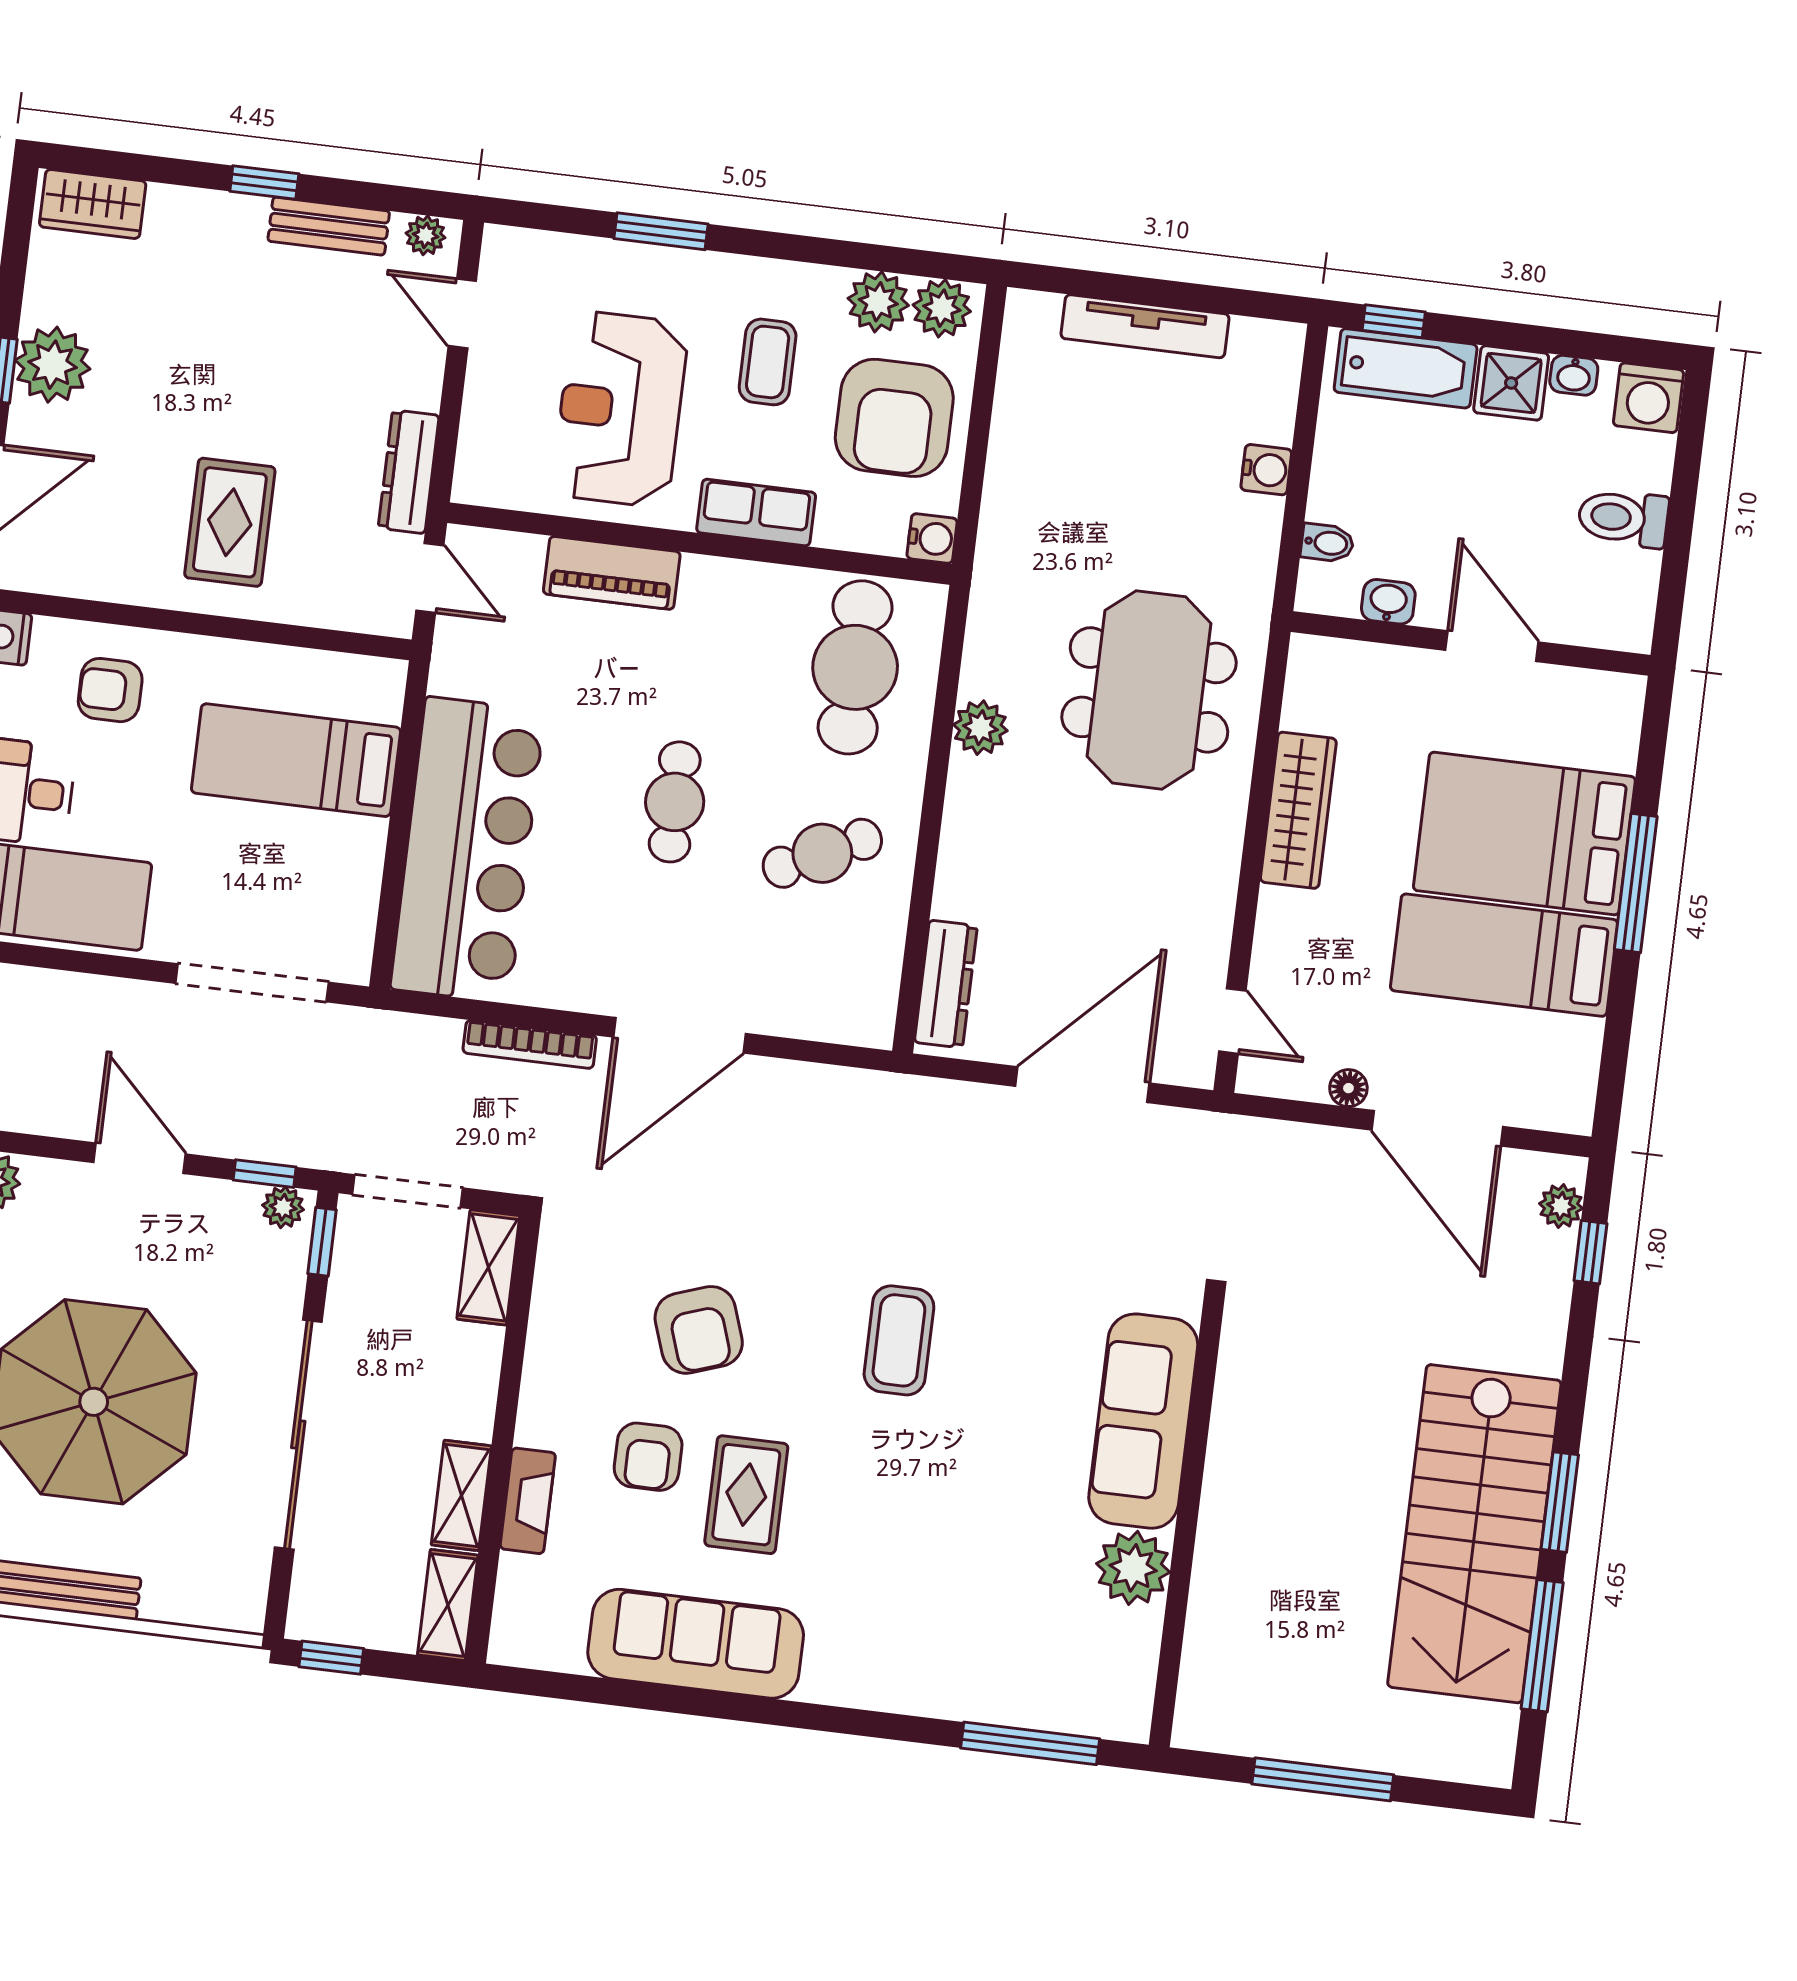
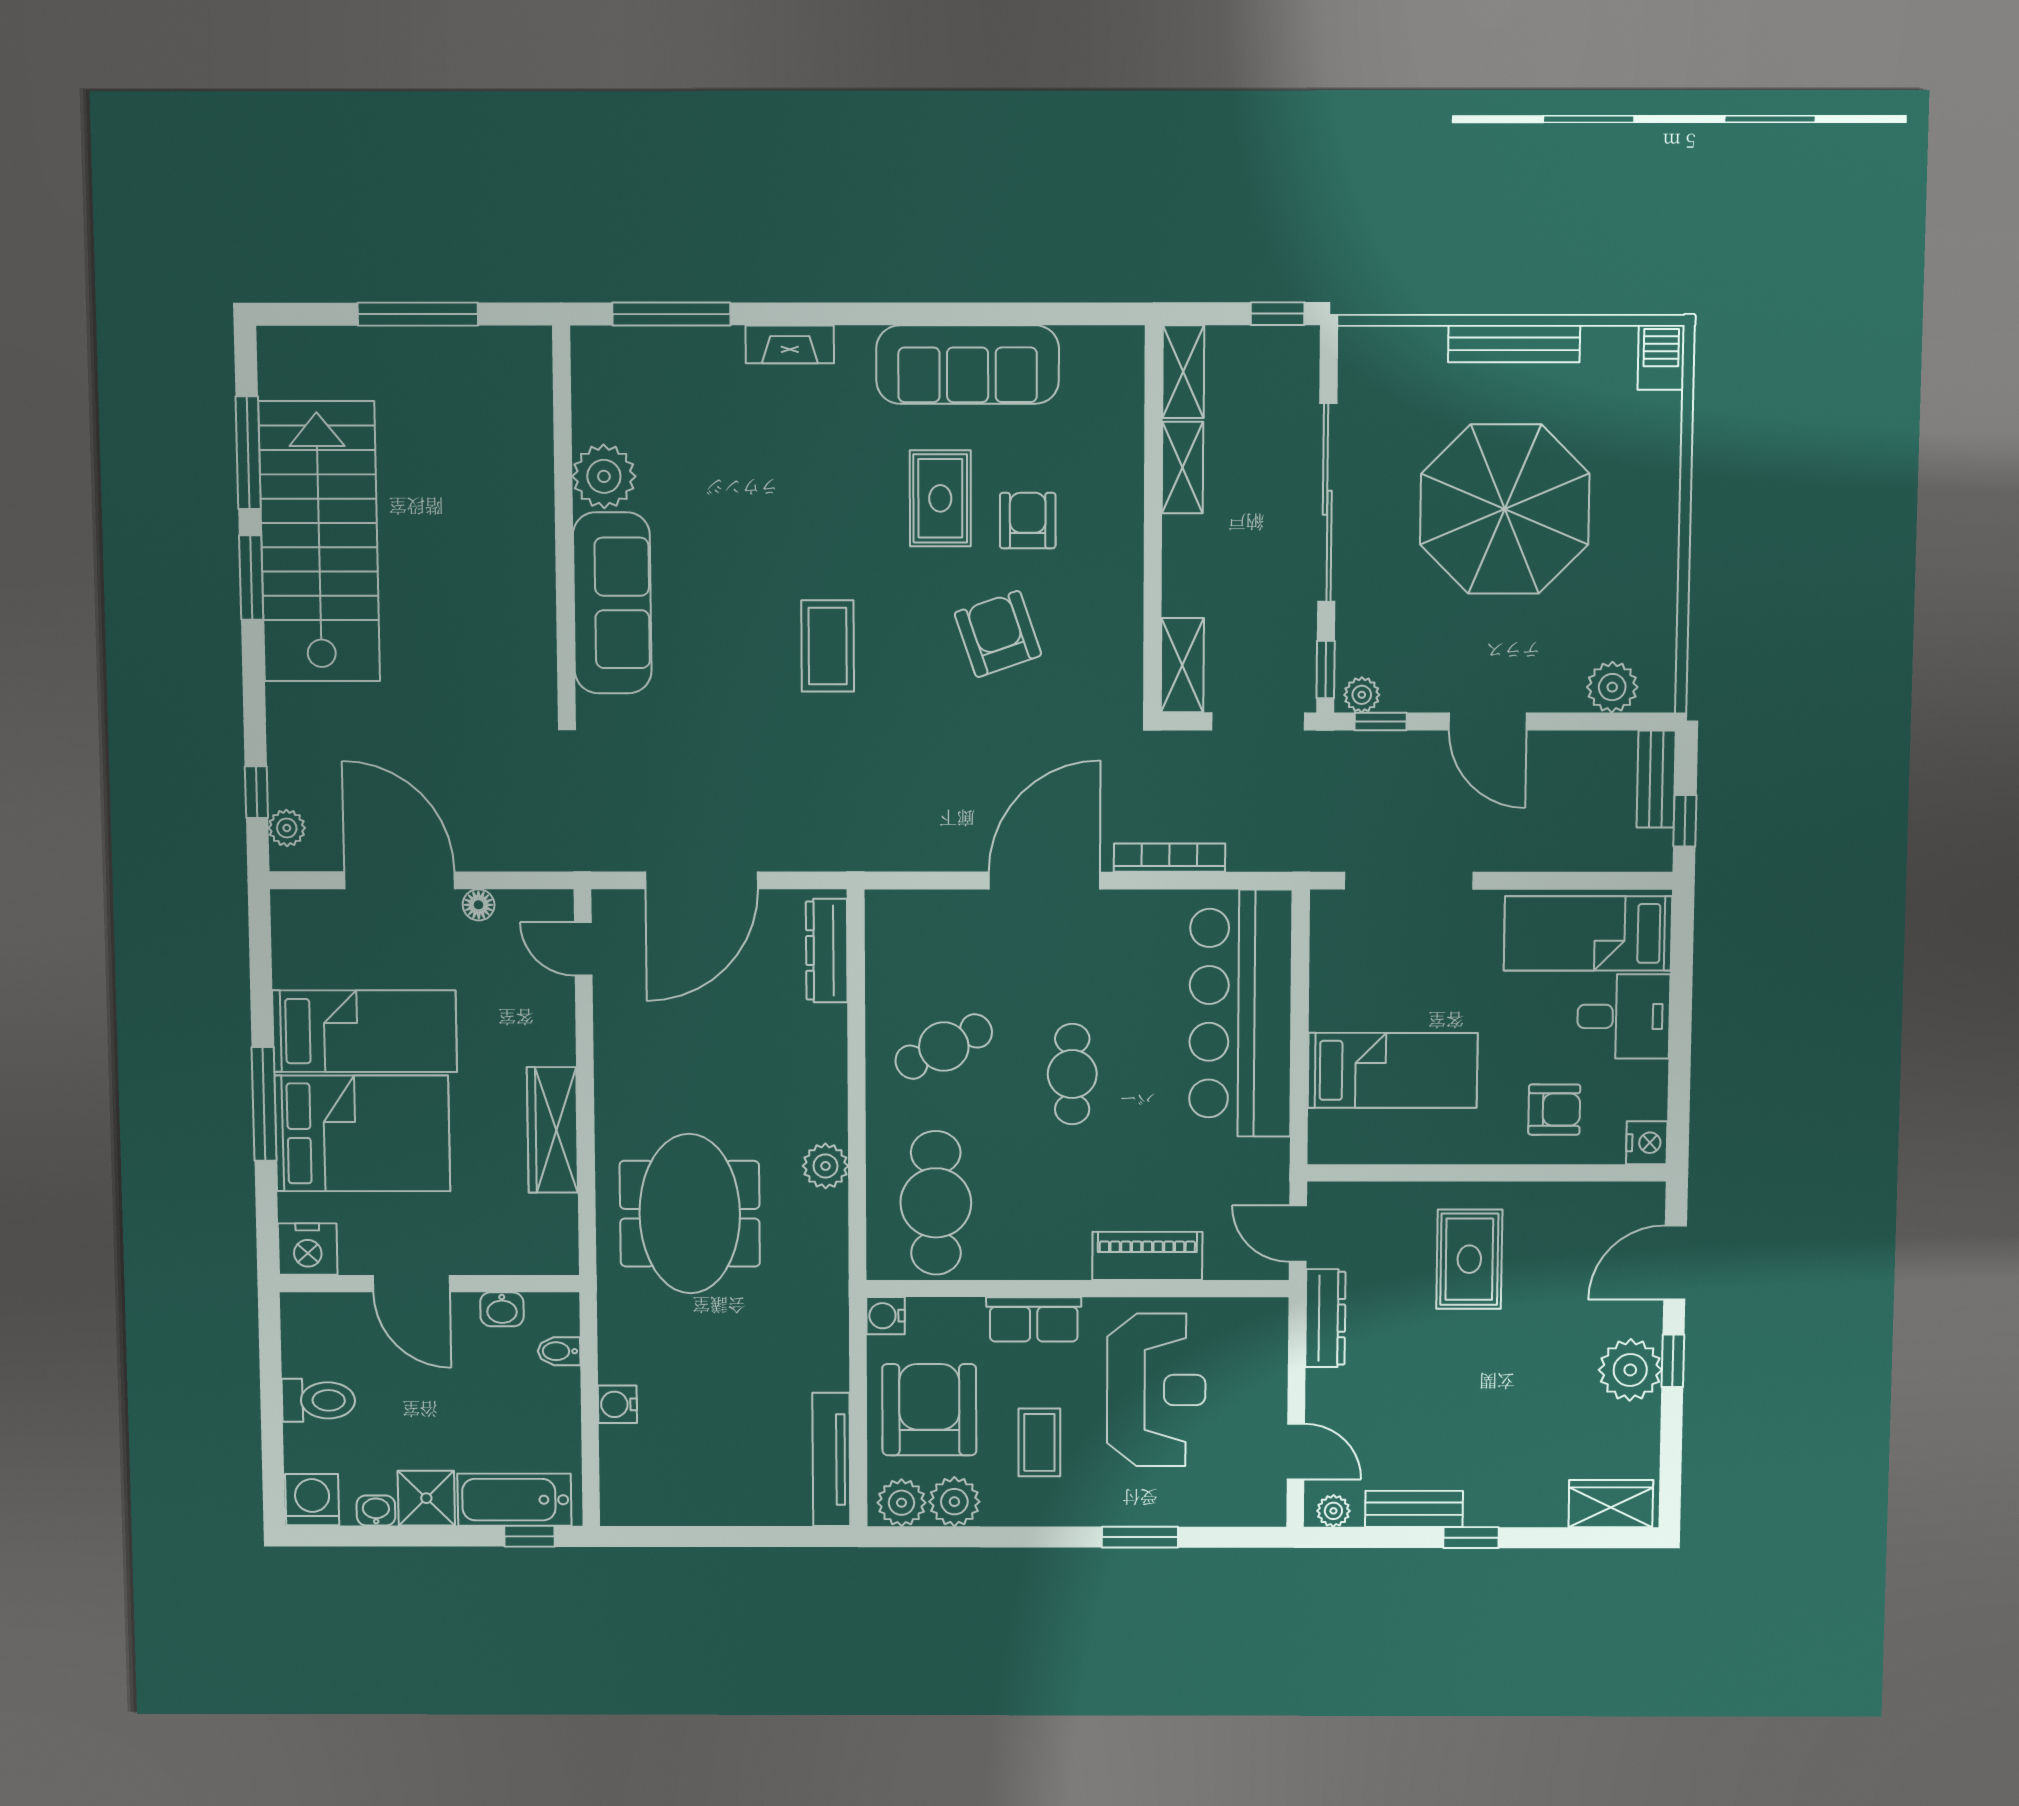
tv unit: (1145, 326) -> (831, 1460), moved, turned -90
nightstand: (1609, 703) -> (308, 1249), added
fireplace: (528, 1501) -> (790, 344), moved, turned -90

